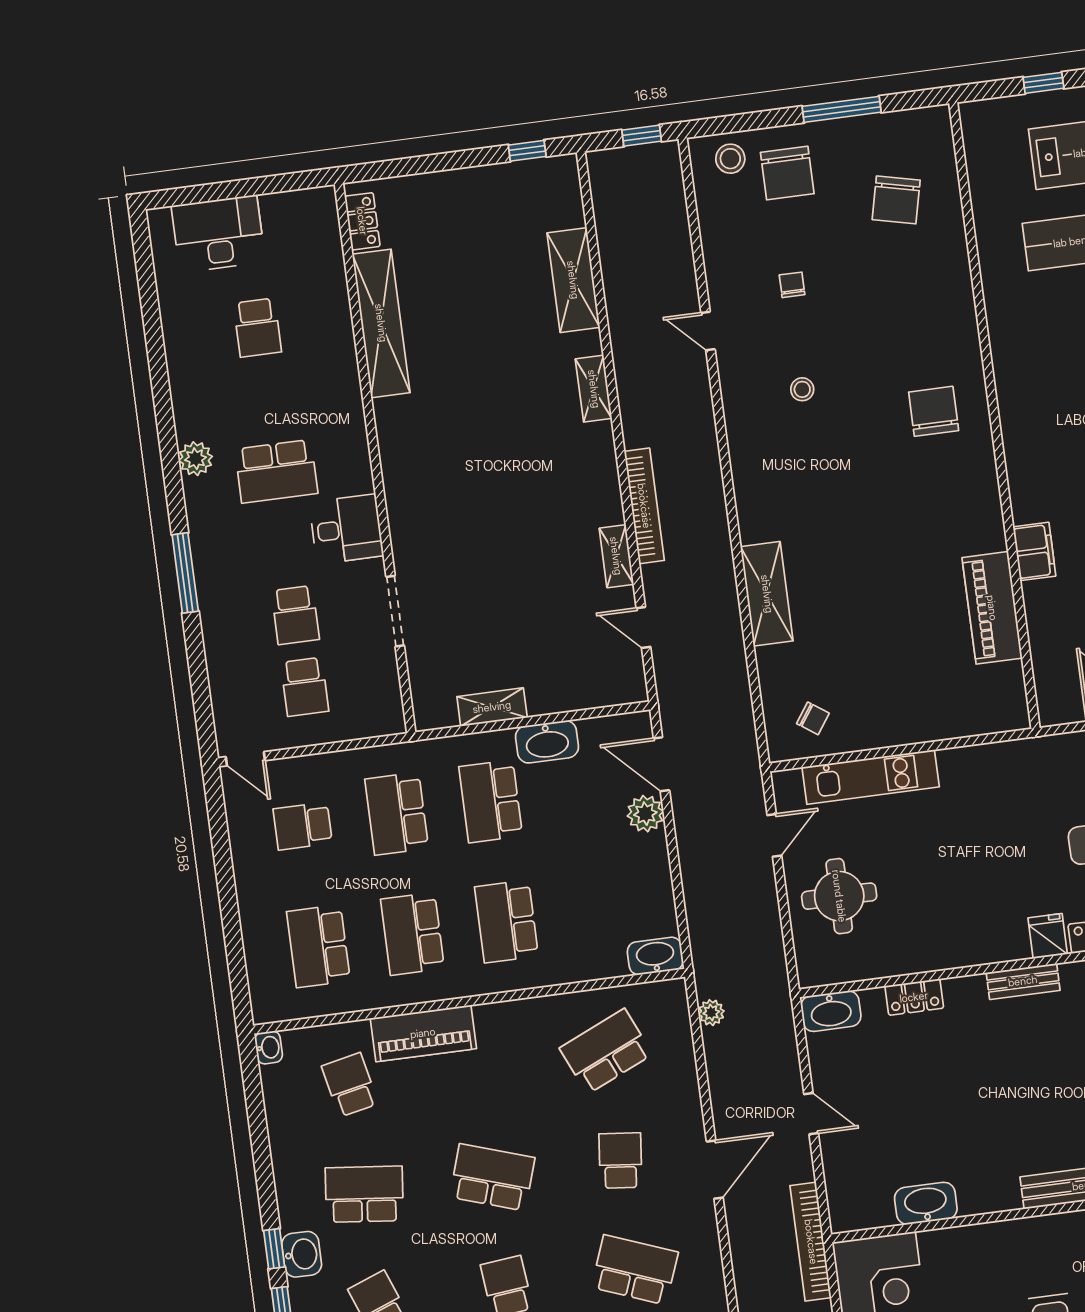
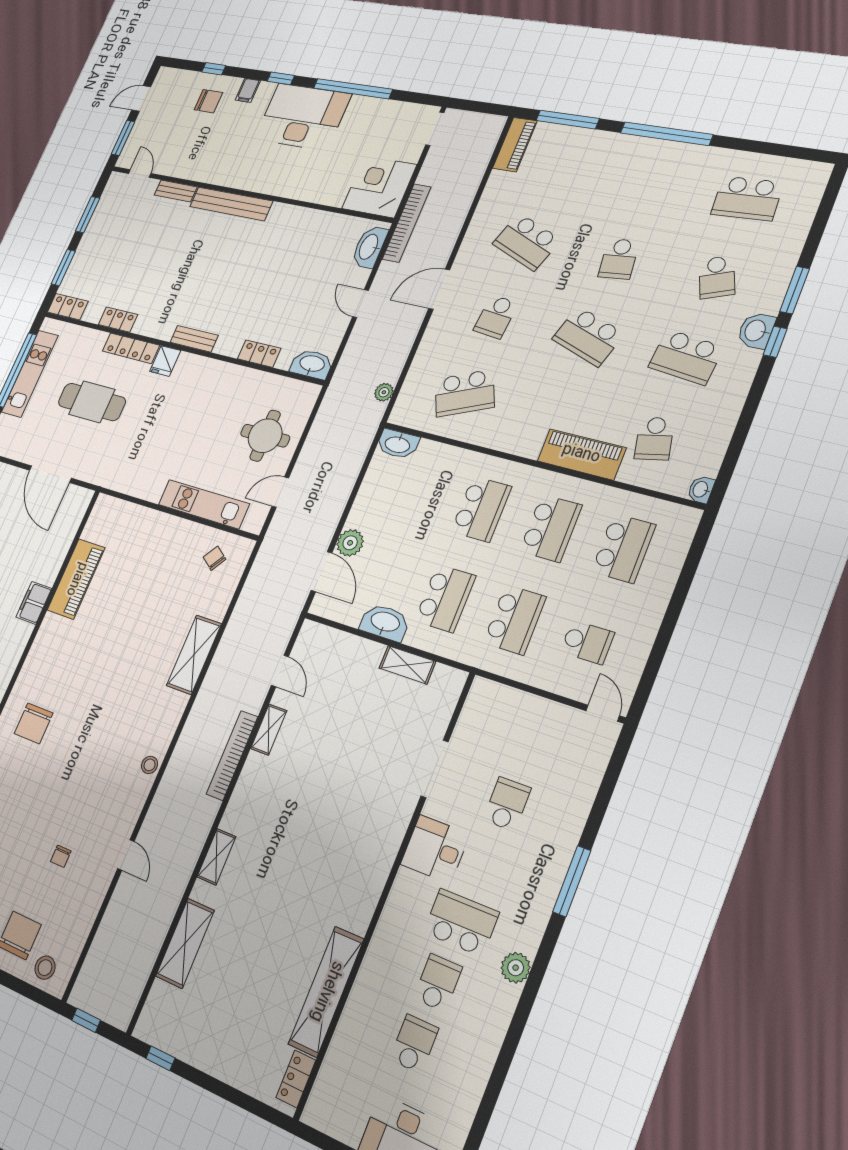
stool: (802, 389) -> (150, 765), moved
school desk: (305, 687) -> (438, 983), moved
washbasin: (926, 1203) -> (369, 247), moved, turned 90

